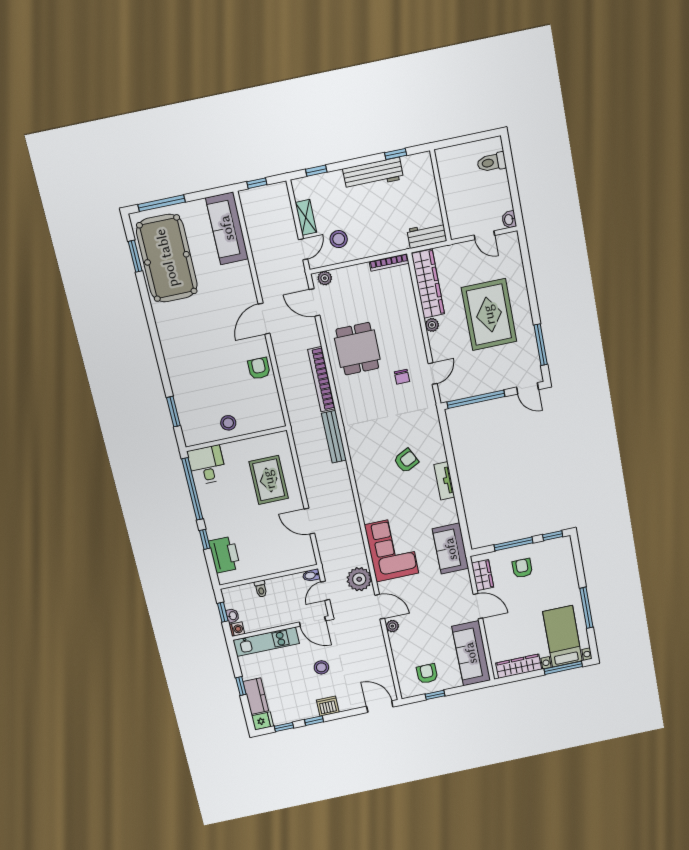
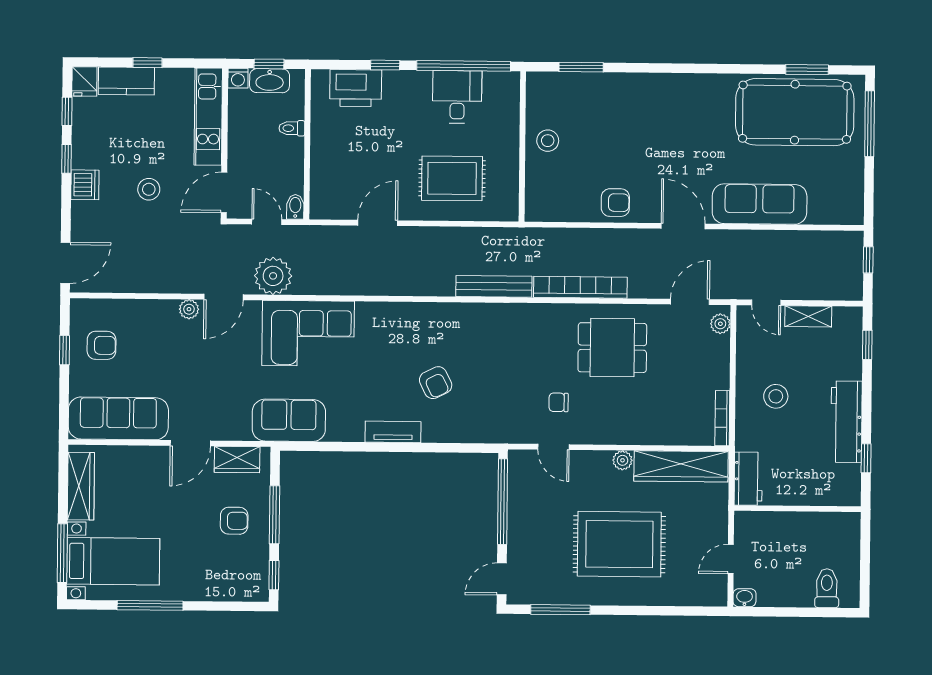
sofa: (227, 228) -> (760, 204), moved
stool: (339, 239) -> (776, 396), moved
desk: (207, 465) -> (457, 97), moved, turned -90
washbasin: (233, 616) -> (270, 81), width x1.91, depth x1.45

